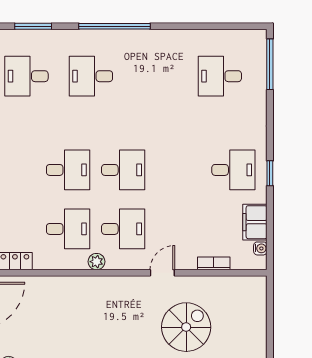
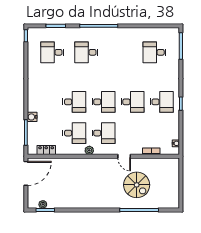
desk: (178, 170) -> (133, 102), added
filing cabinet: (255, 222) -> (173, 129), removed
door: (162, 273) -> (124, 156), swing flipped
spiral stairs: (186, 327) -> (137, 185), turned 90

